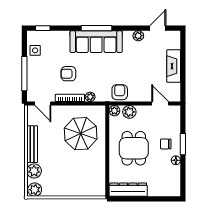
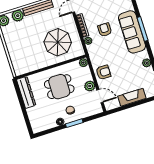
armchair: (68, 74) -> (105, 30), moved
armchair: (120, 92) -> (103, 72), moved
door: (160, 103) -> (100, 96), hinge flipped
plant: (129, 112) -> (90, 86), moved

